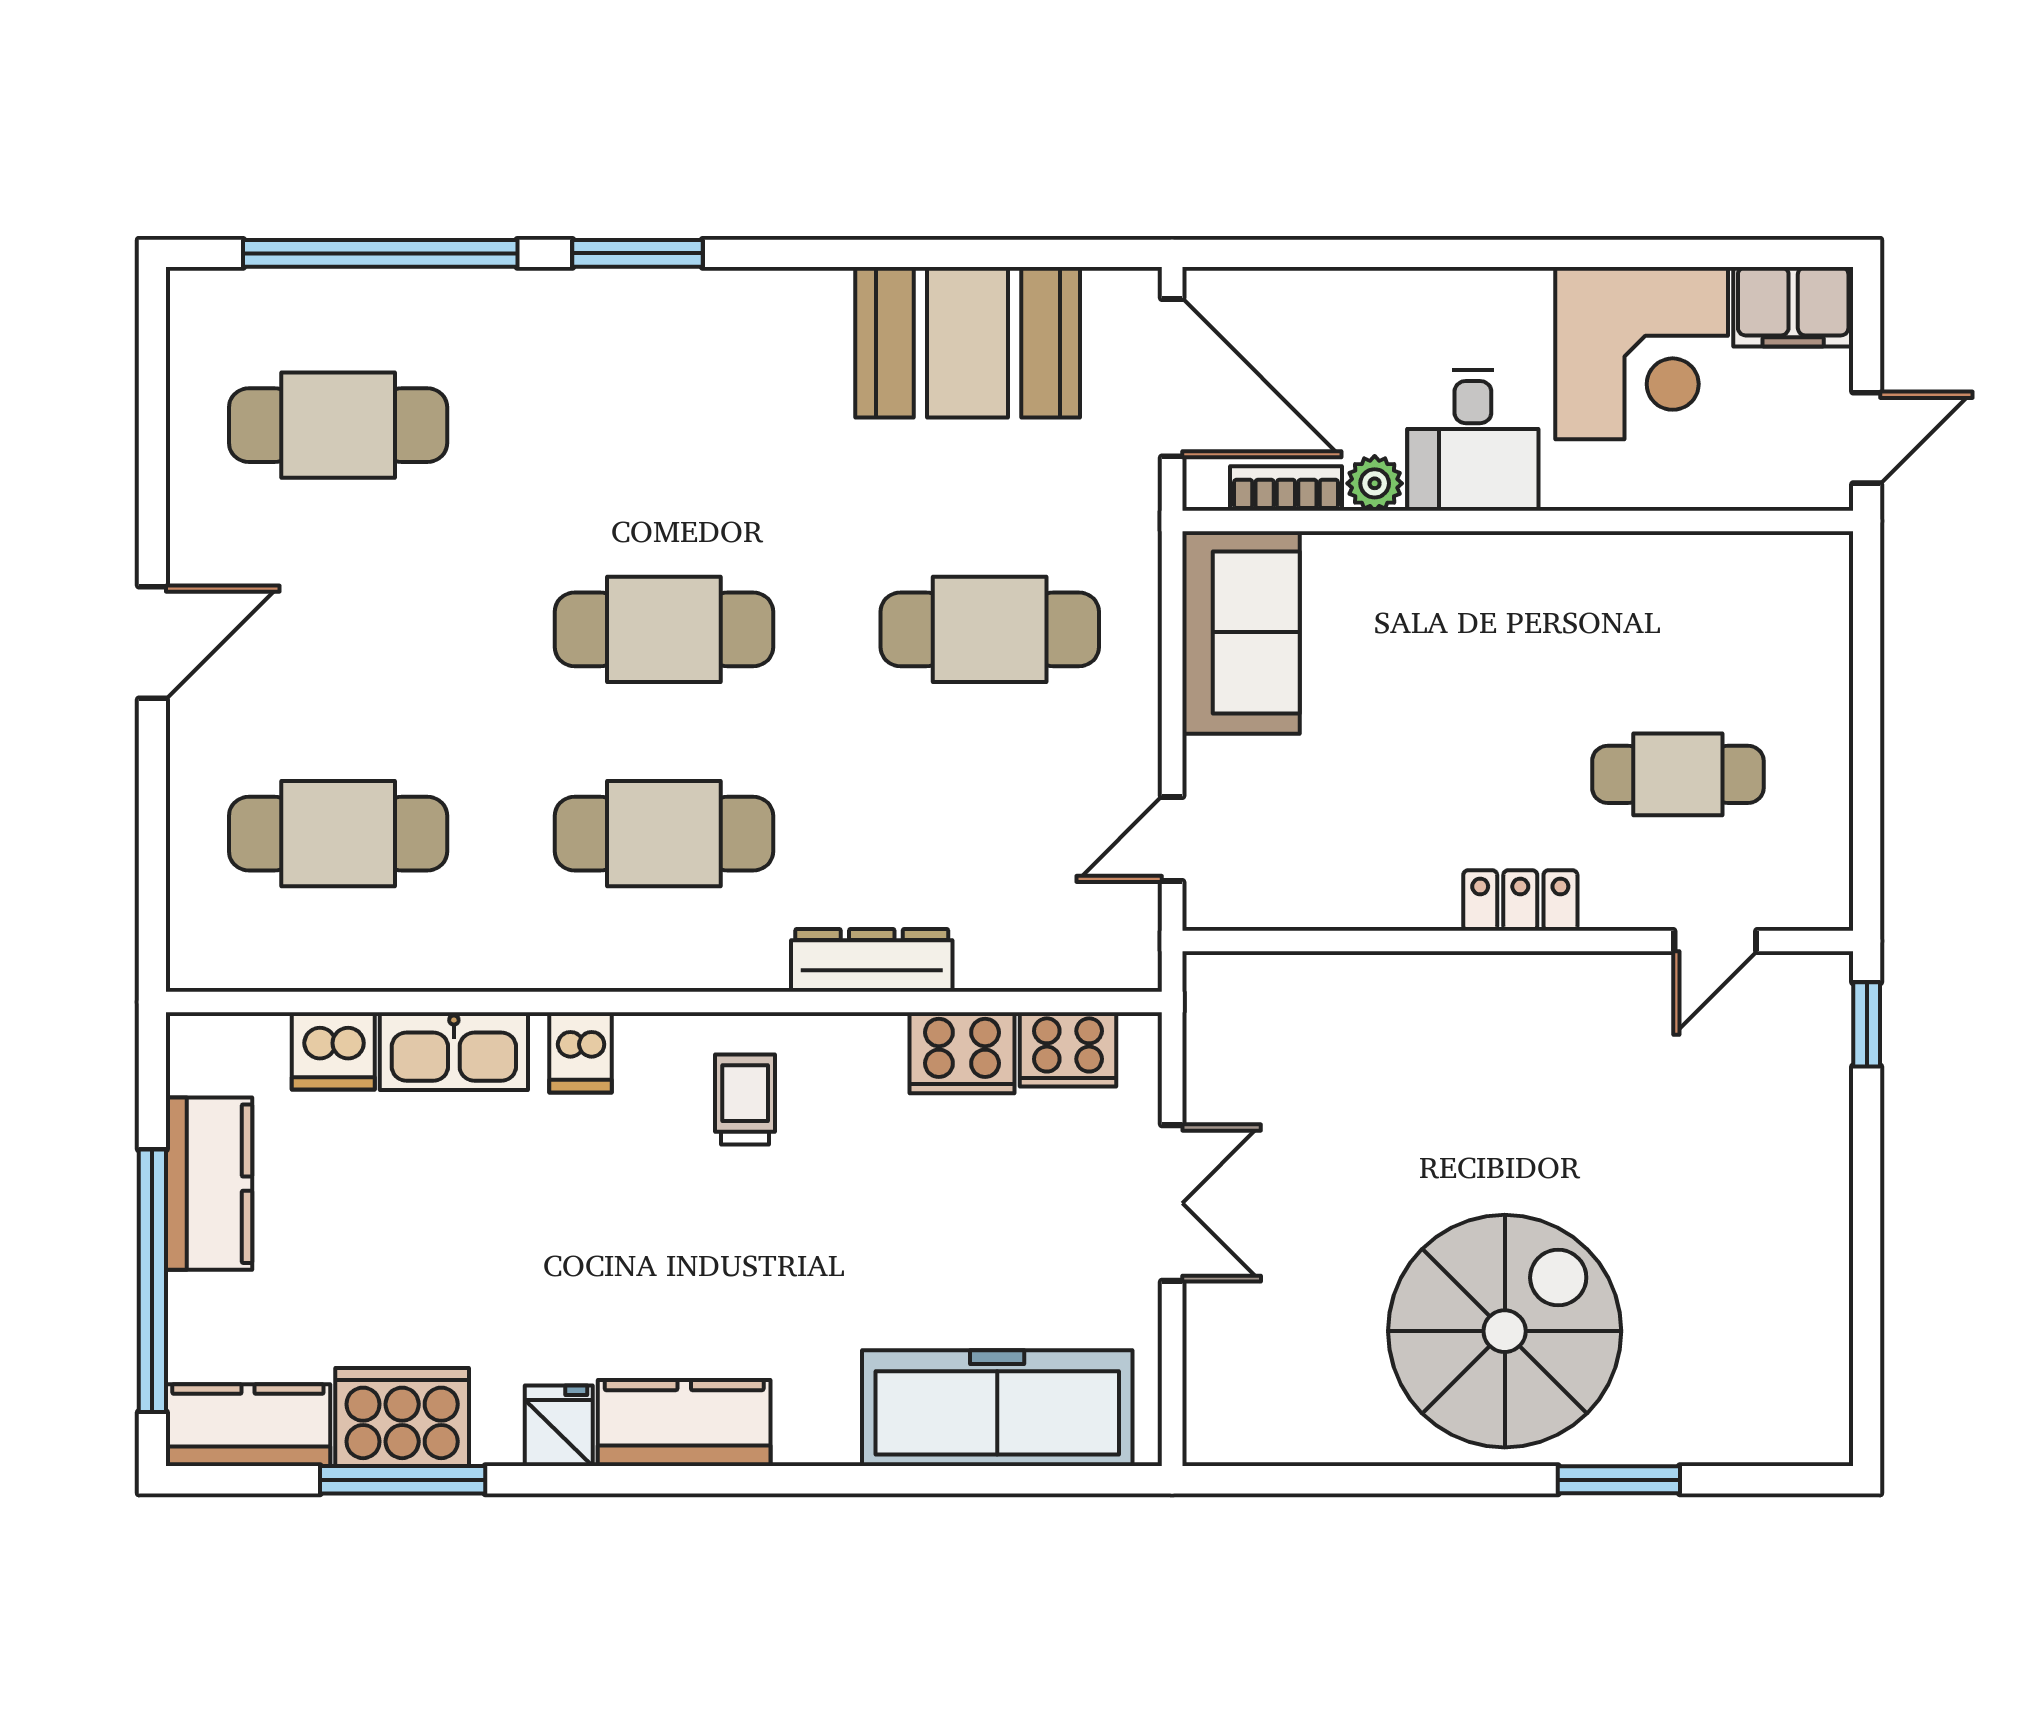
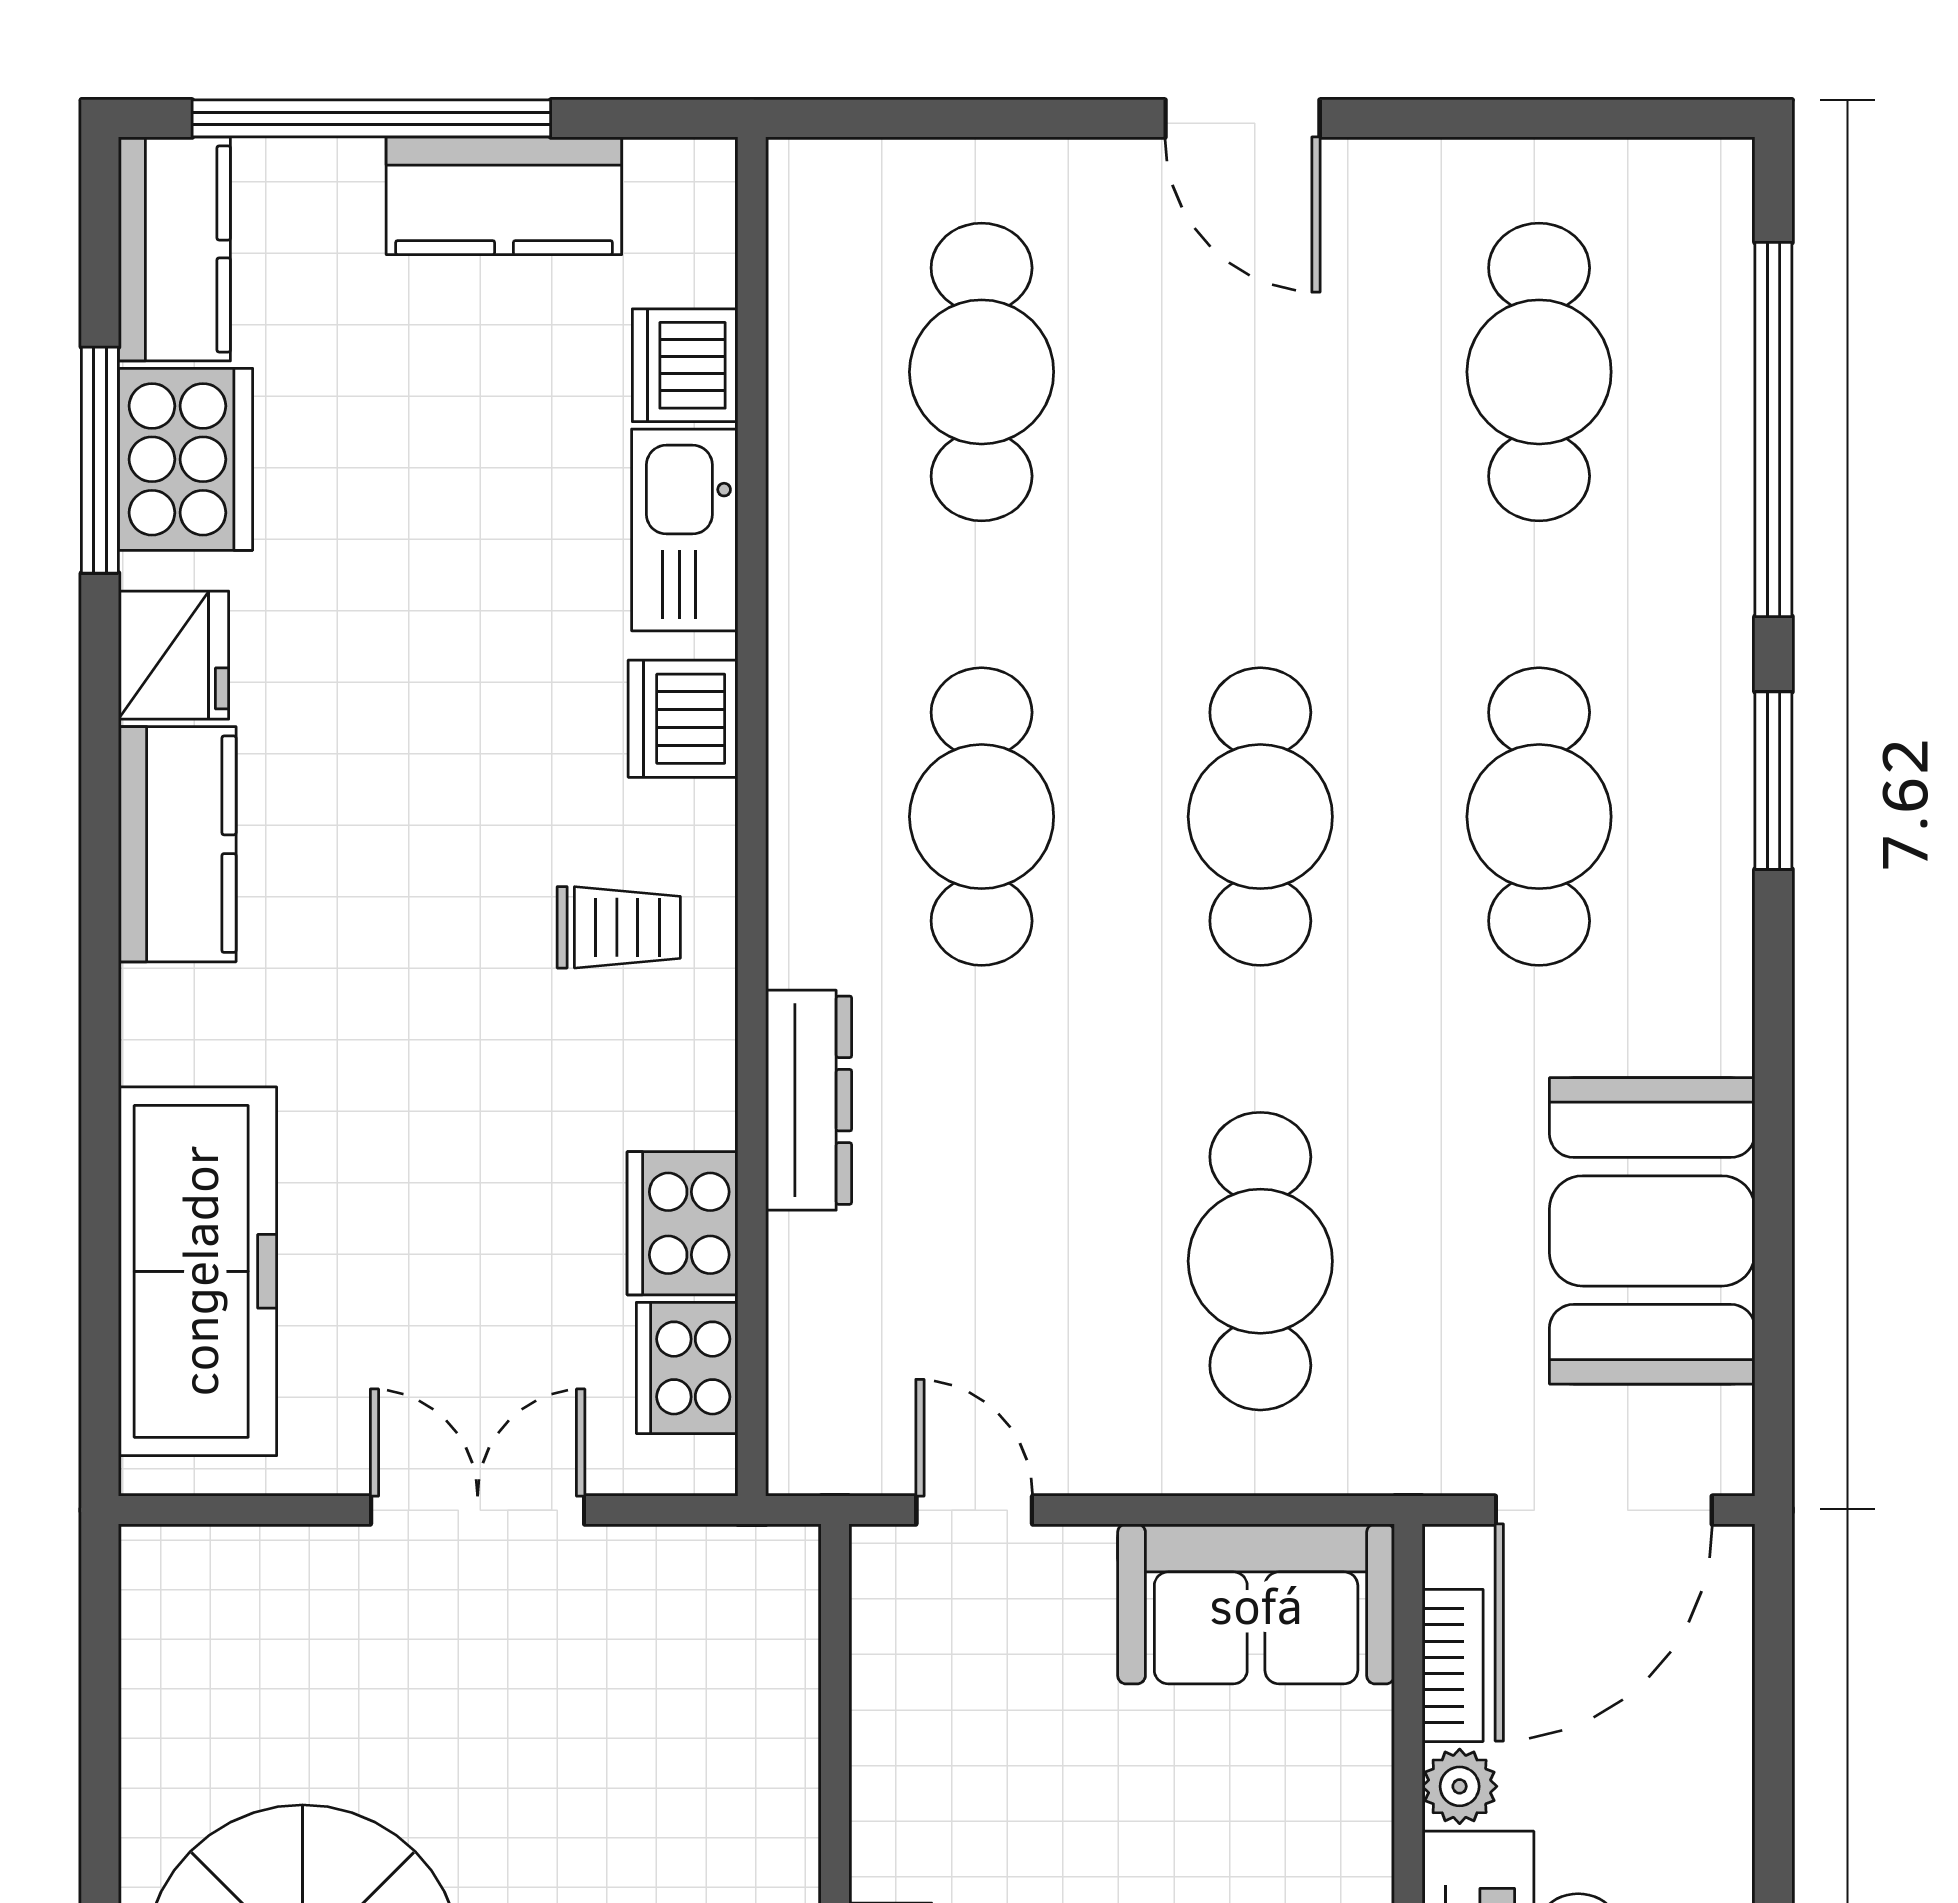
cafe table: (664, 425) -> (1539, 817), added
dishwasher: (580, 1052) -> (683, 719), width x1.38
double door: (1172, 1203) -> (478, 1510), swing flipped
fridge: (559, 1426) -> (174, 655), width x1.38

